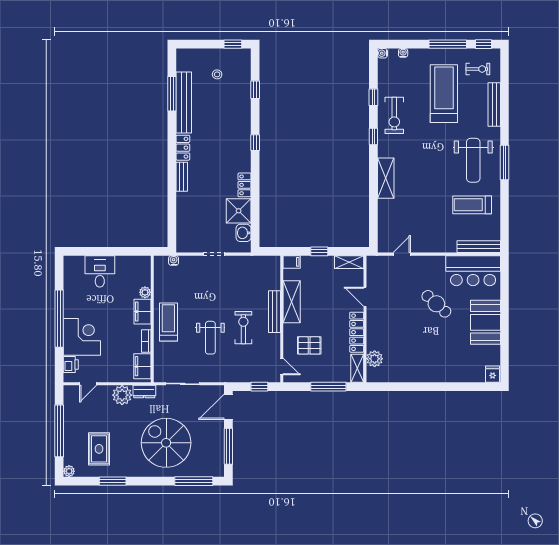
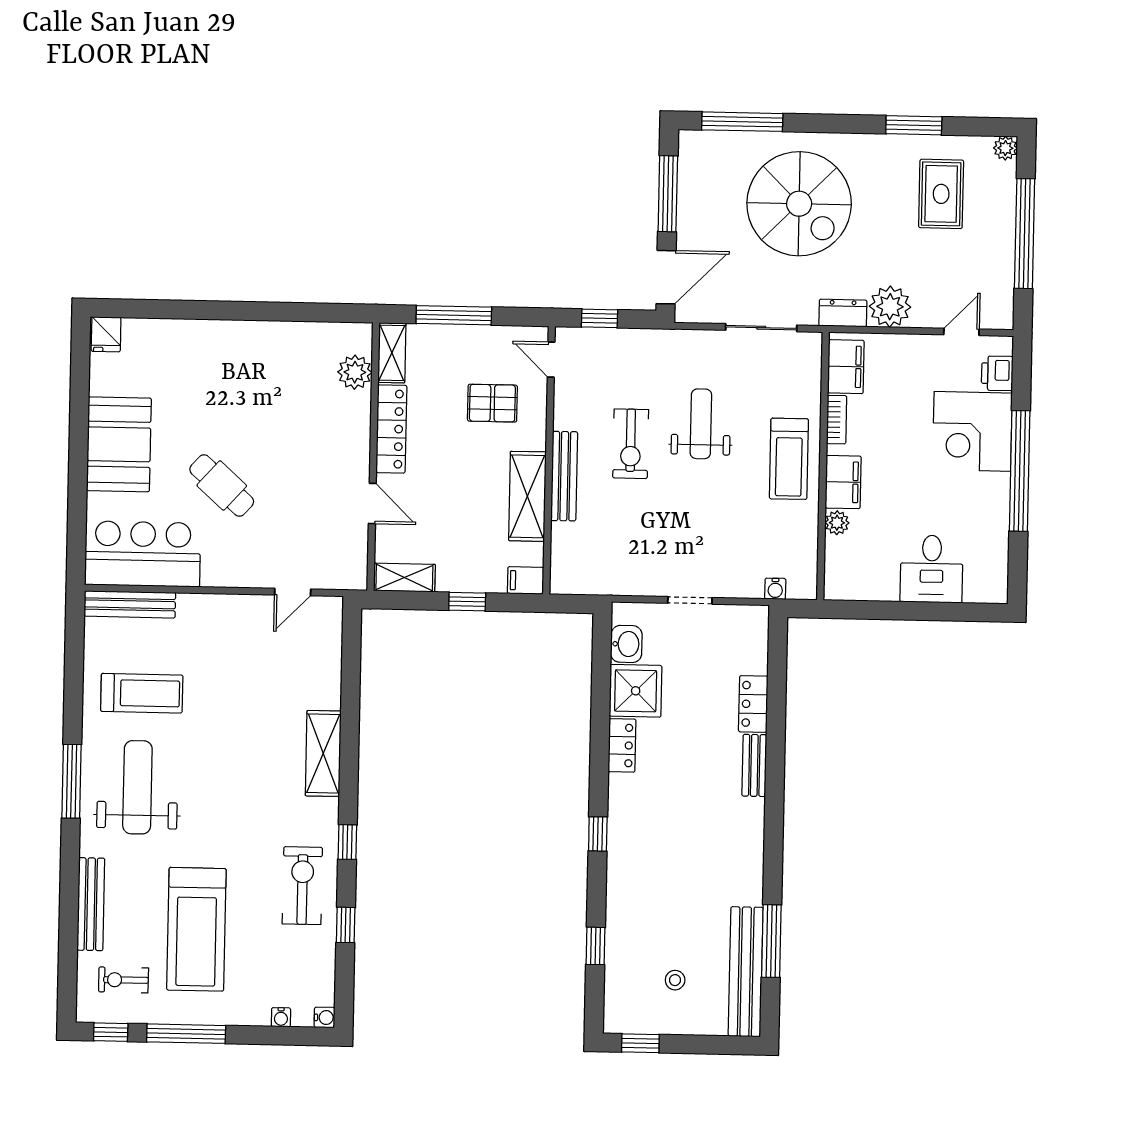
bench: (184, 103) -> (746, 972), moved
locker: (183, 148) -> (753, 704), moved

